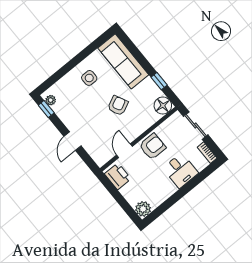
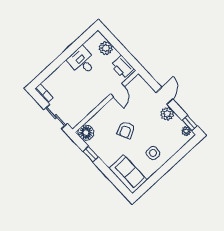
sofa: (123, 61) -> (128, 174), width x0.73
plant: (71, 121) -> (167, 114), added
armchair: (152, 147) -> (93, 95), removed
desk: (180, 171) -> (82, 61), moved
plant: (143, 209) -> (106, 48), moved

